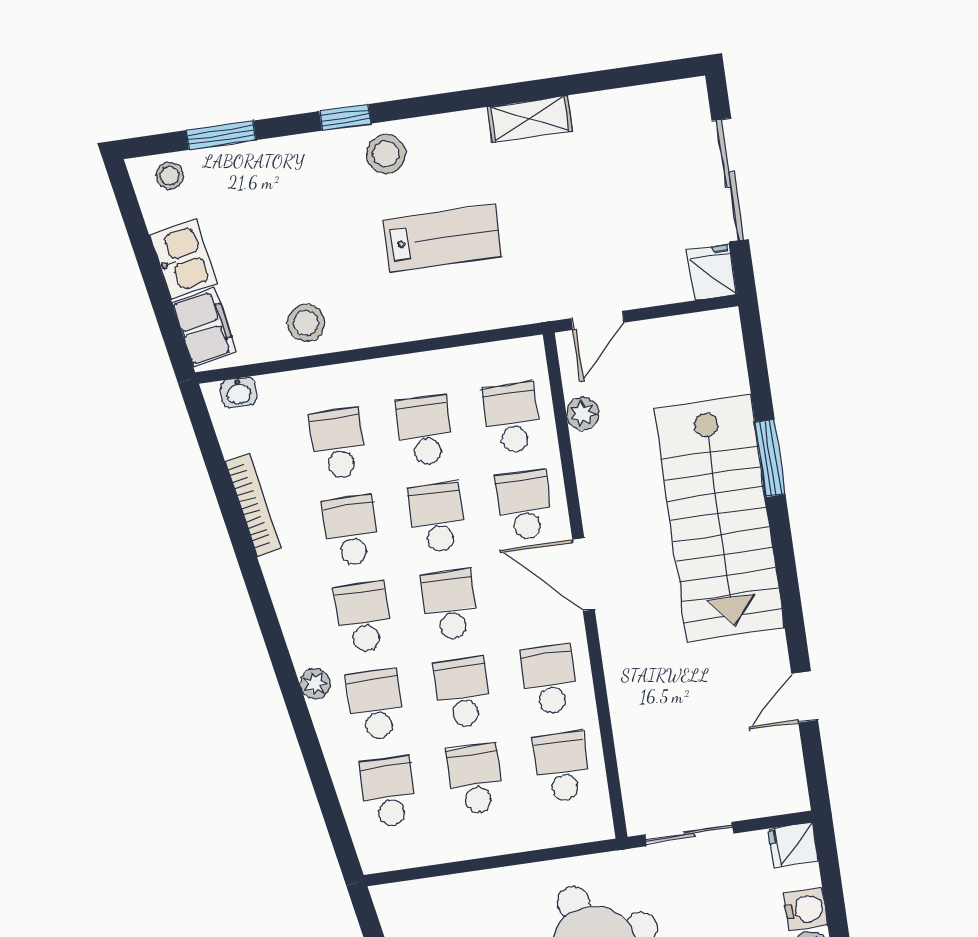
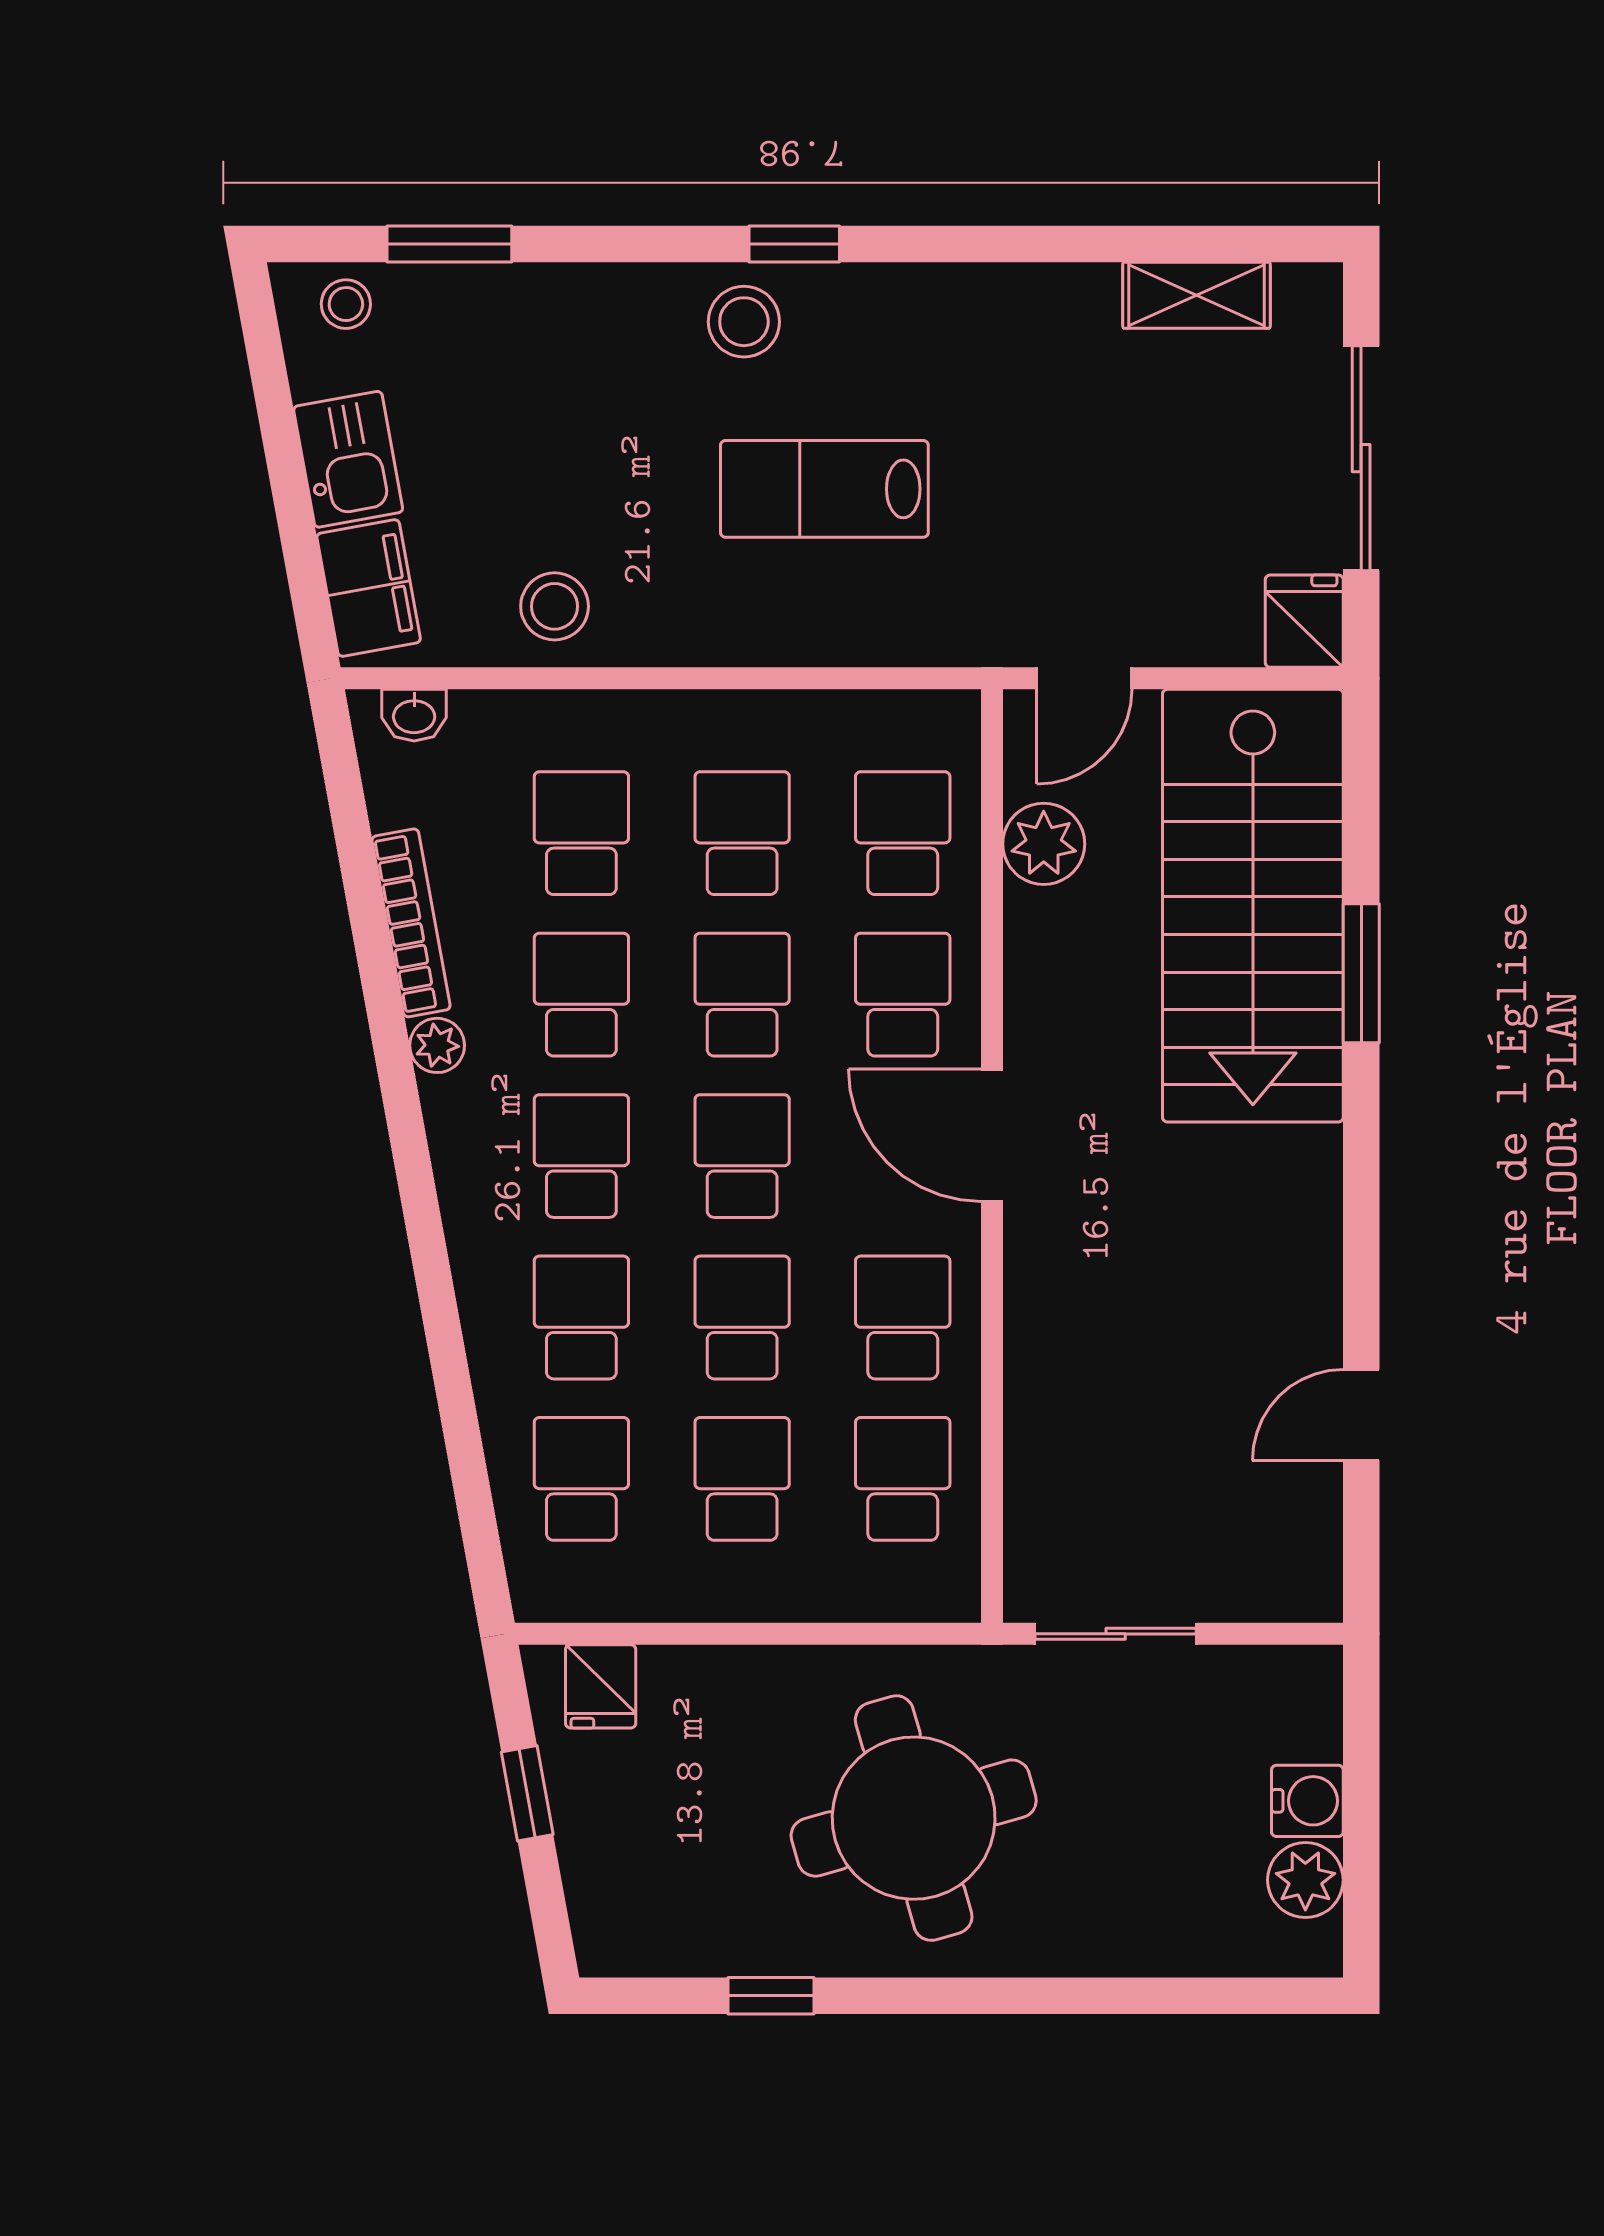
window: (345, 117) -> (794, 244), moved
shelving: (530, 119) -> (1196, 295), moved
lab bench: (443, 238) -> (824, 489), turned 180
plant: (583, 414) -> (1044, 844), width x1.38, depth x1.38
stairs: (719, 518) -> (1253, 906), moved
plant: (315, 684) -> (437, 1045), moved
fridge: (793, 844) -> (601, 1686), moved, turned -90

